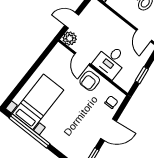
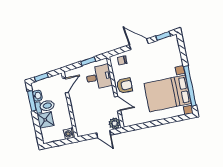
door: (82, 59) -> (118, 104), hinge flipped
desk: (110, 61) -> (99, 77), moved
bed with nightstands: (38, 102) -> (167, 93), width x1.36

